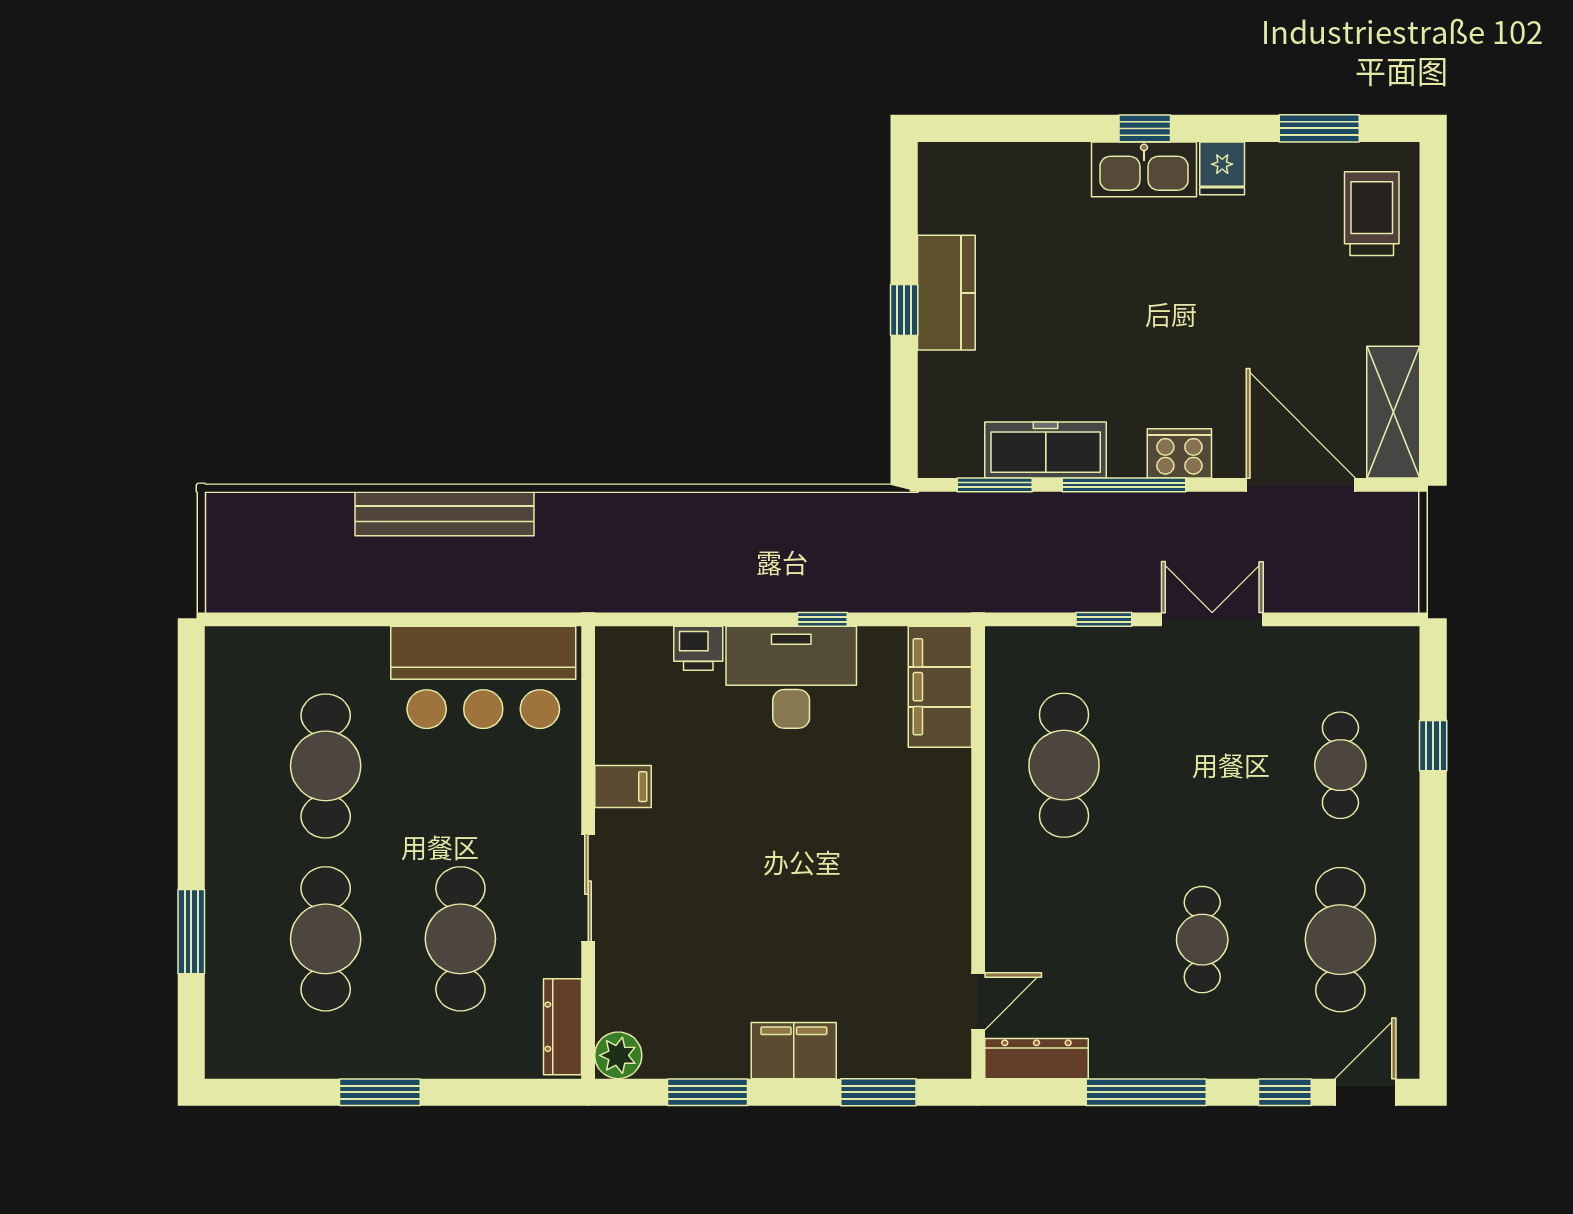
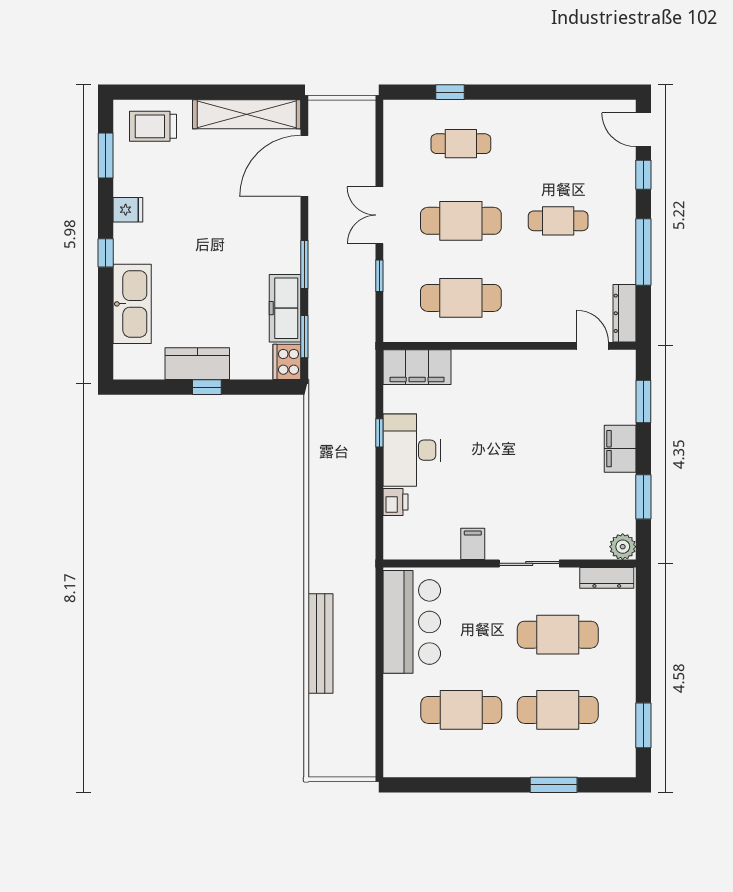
kitchen sink: (1144, 169) -> (132, 304), moved, width x1.36, depth x1.24
shelving: (1393, 412) -> (247, 114), width x1.47
cooker: (1179, 453) -> (287, 362), moved
window: (1124, 485) -> (304, 265), width x0.69
cafe table: (1340, 940) -> (461, 221), moved
window: (380, 1092) -> (643, 725), moved

